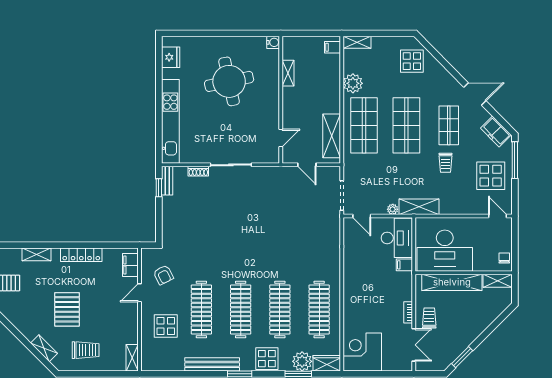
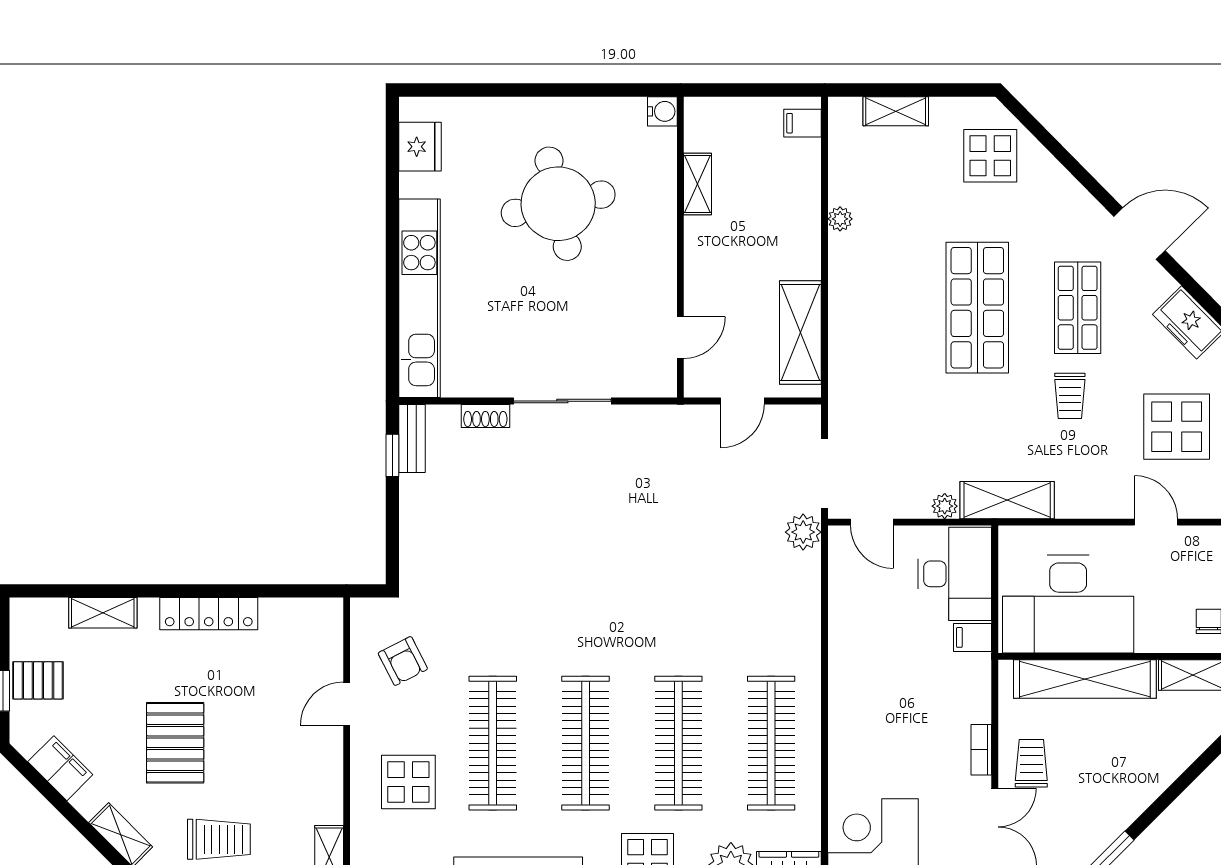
shelving: (357, 42) -> (896, 111), moved
plant: (353, 83) -> (840, 219), width x0.53, depth x0.53
shop shelf: (364, 125) -> (877, 308), removed
door: (307, 165) -> (742, 401), hinge flipped
door: (498, 216) -> (1156, 522), moved
plant: (333, 220) -> (803, 532), added
filing cabinet: (130, 265) -> (60, 768), moved, turned 135

